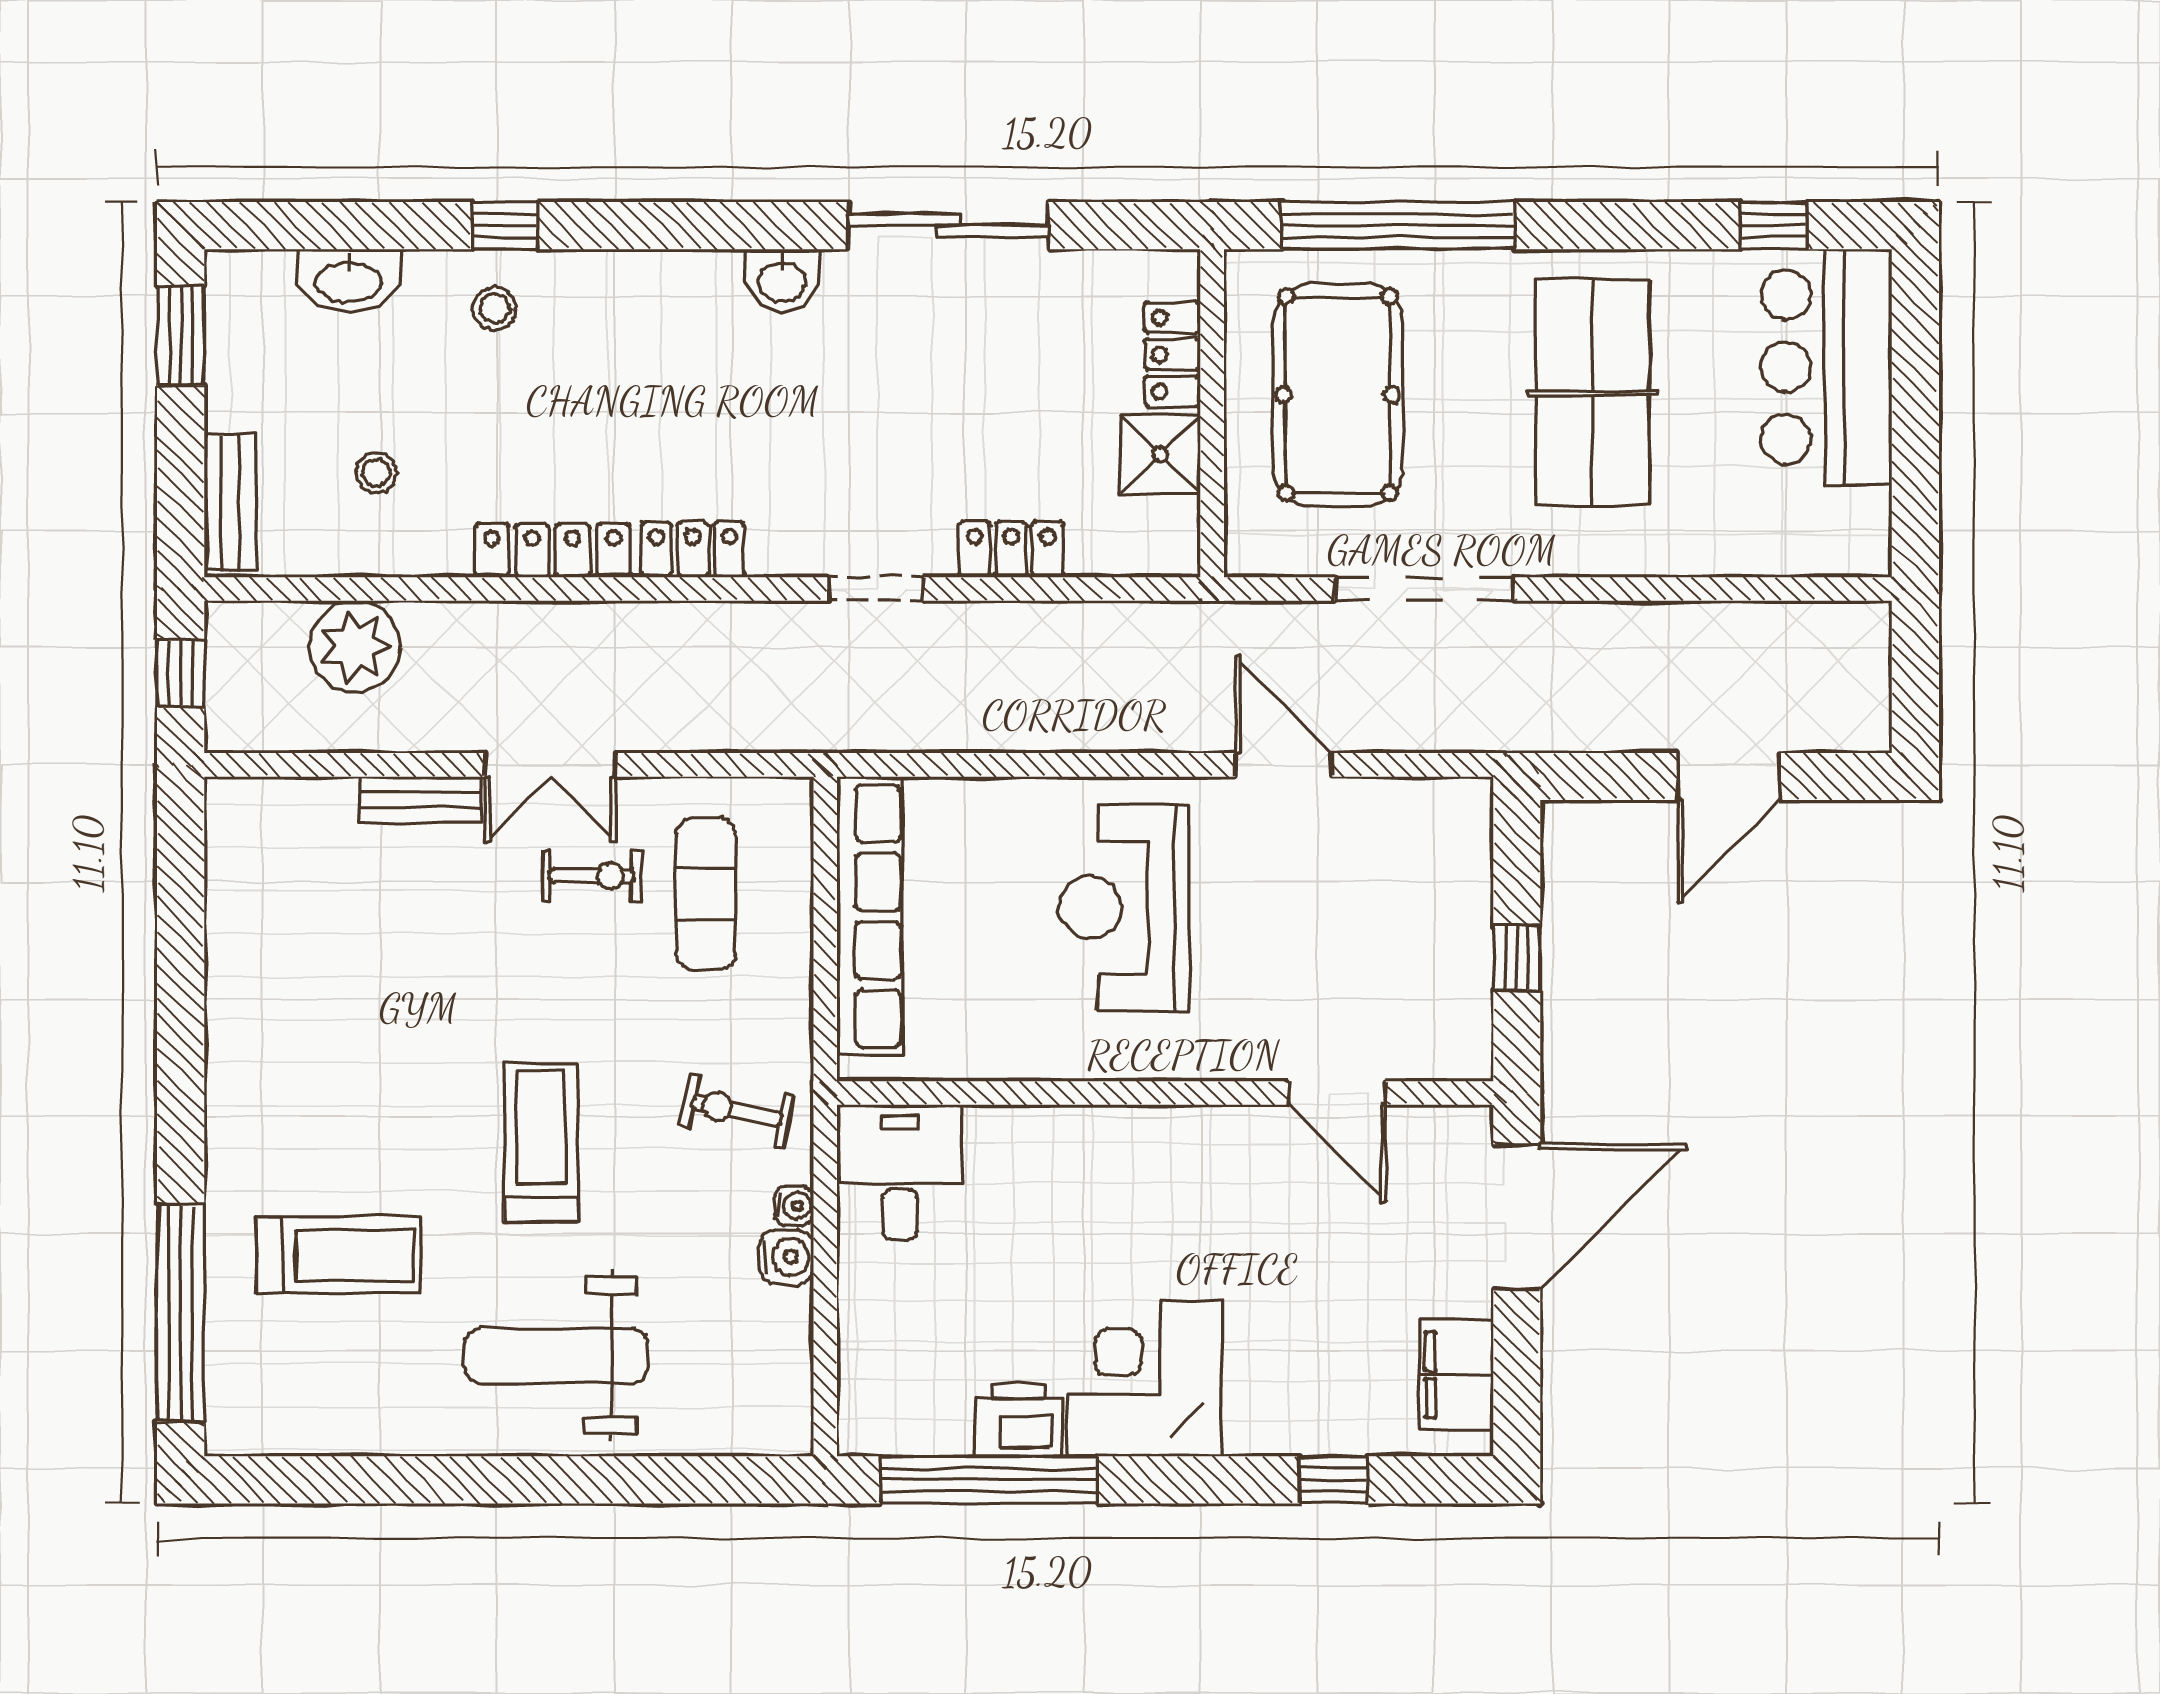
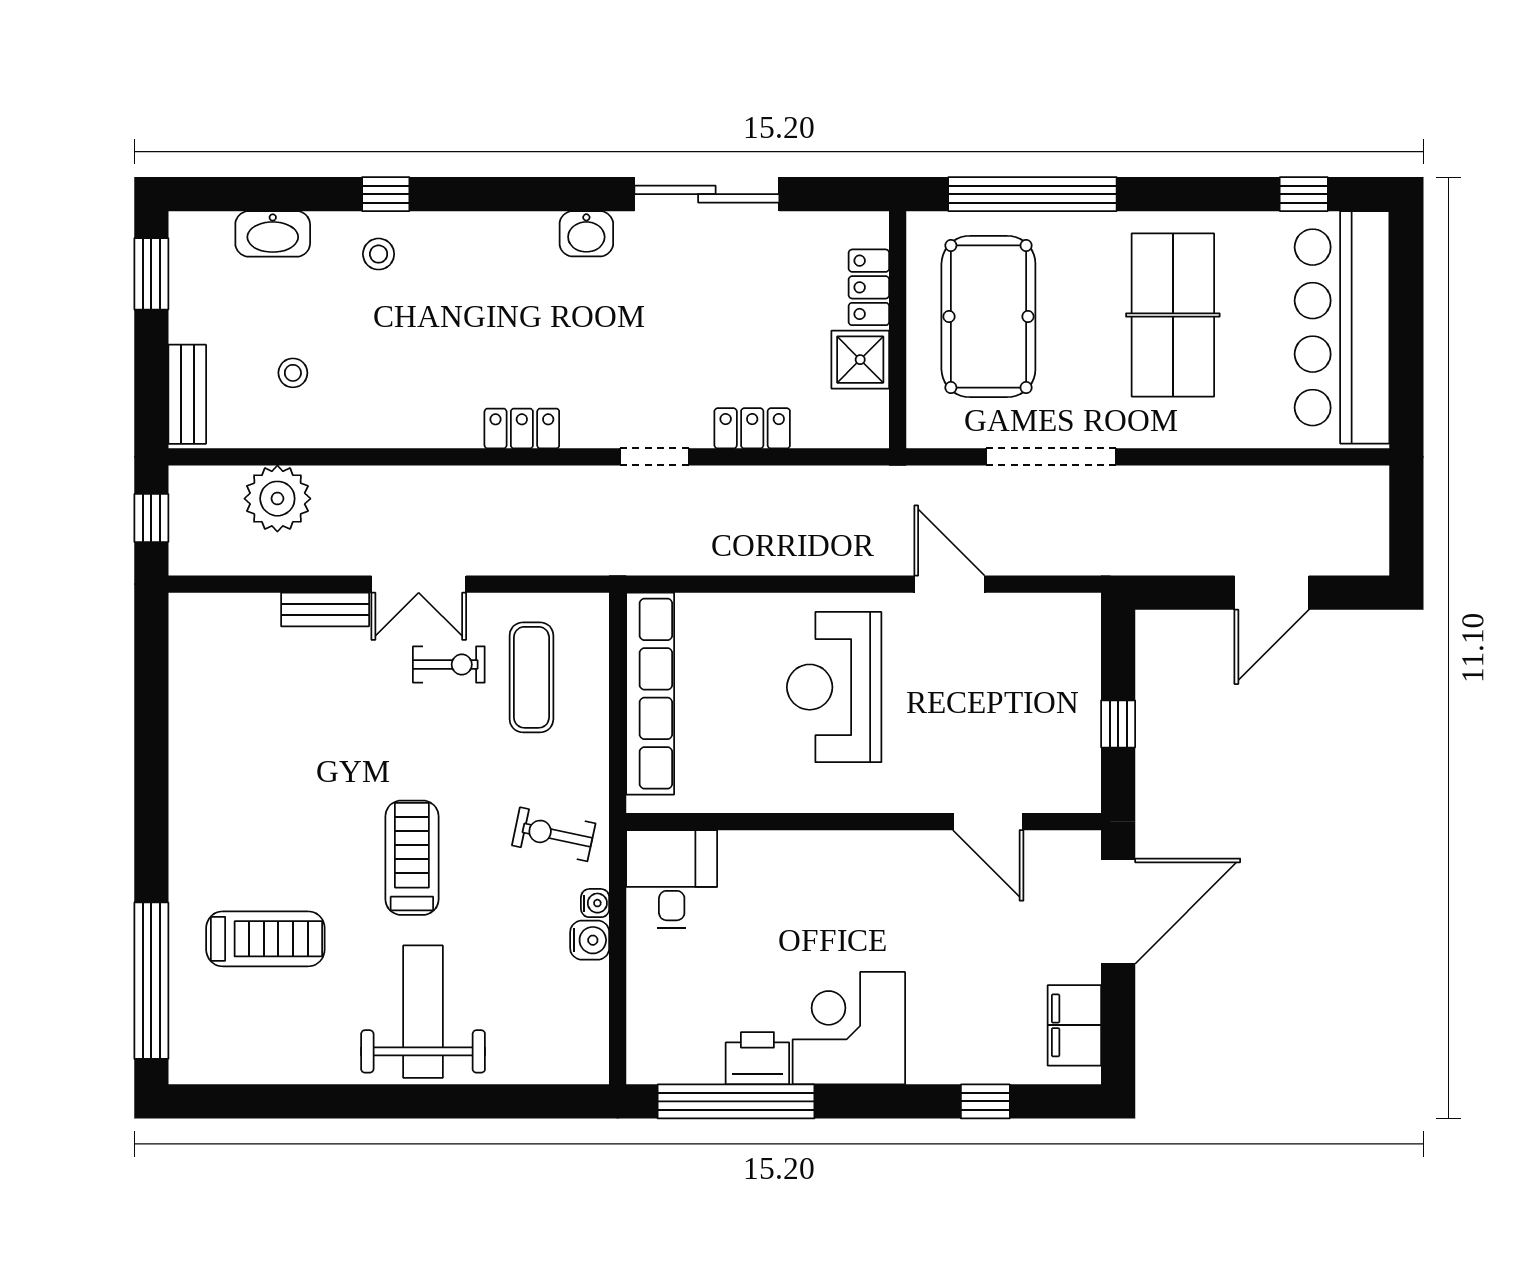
bar counter: (1826, 367) -> (1342, 327), width x1.36
locker: (553, 550) -> (420, 429), removed
weight bench: (556, 1356) -> (423, 1012), turned 90

